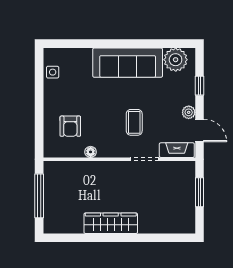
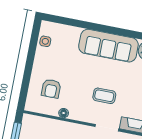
coffee table: (134, 122) -> (104, 96), turned 90

